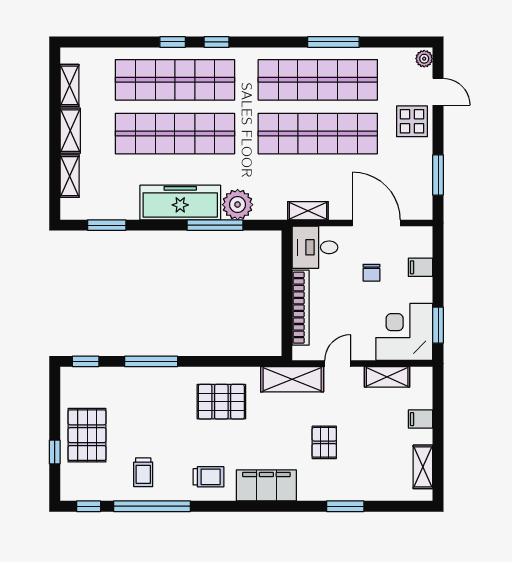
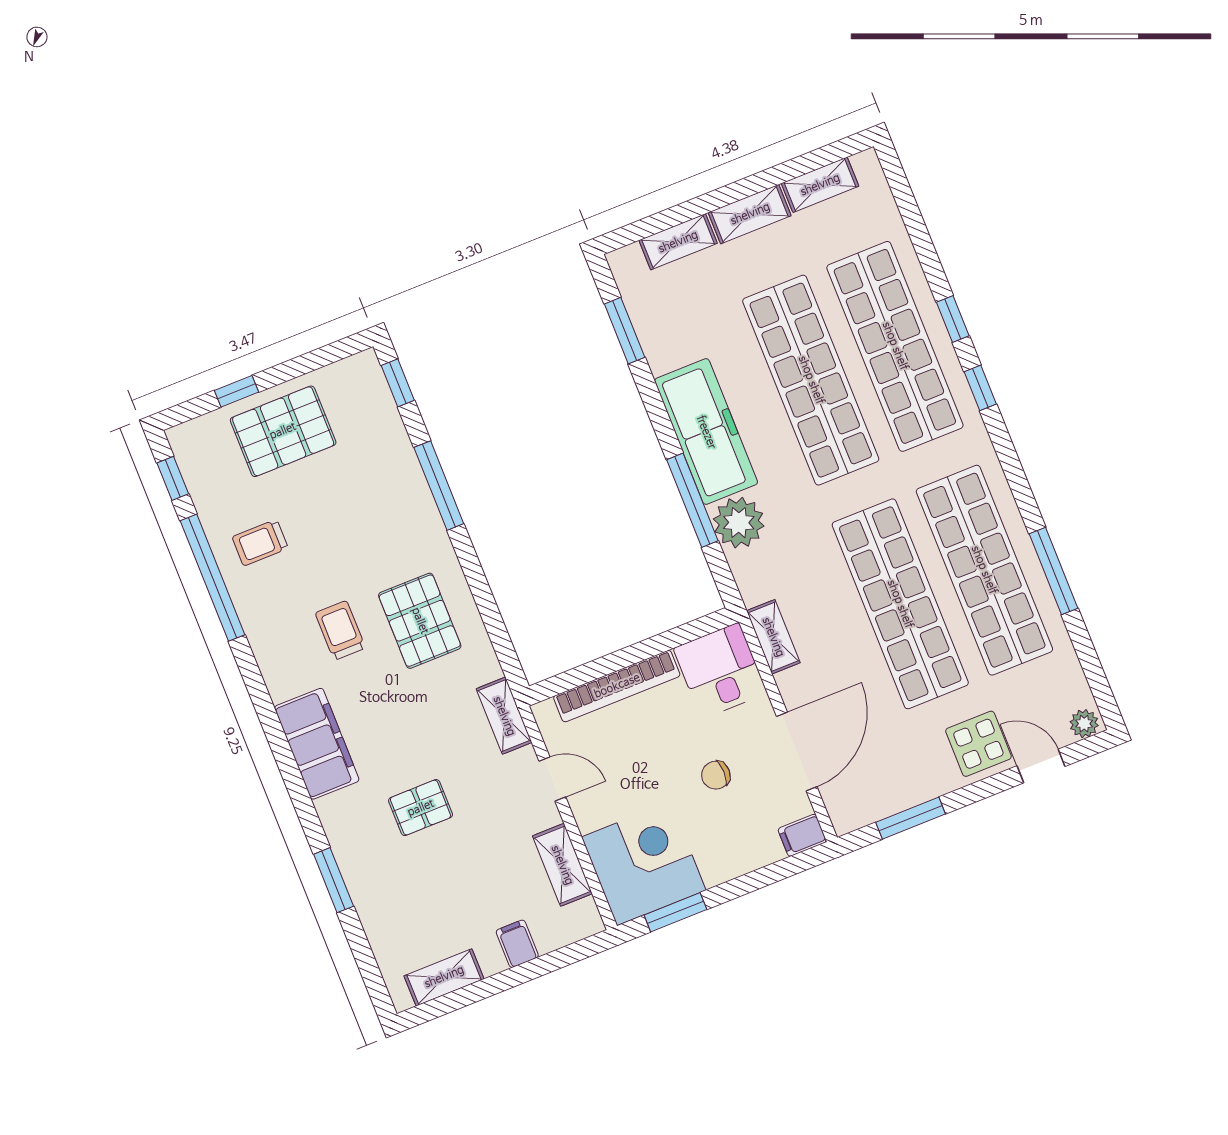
door: (438, 92) -> (1041, 766), swing flipped
filing cabinet: (421, 267) -> (802, 835), moved, turned -90
shelving: (292, 379) -> (504, 716), width x0.67, depth x0.75
trolley: (208, 477) -> (340, 630), moved, turned 180

